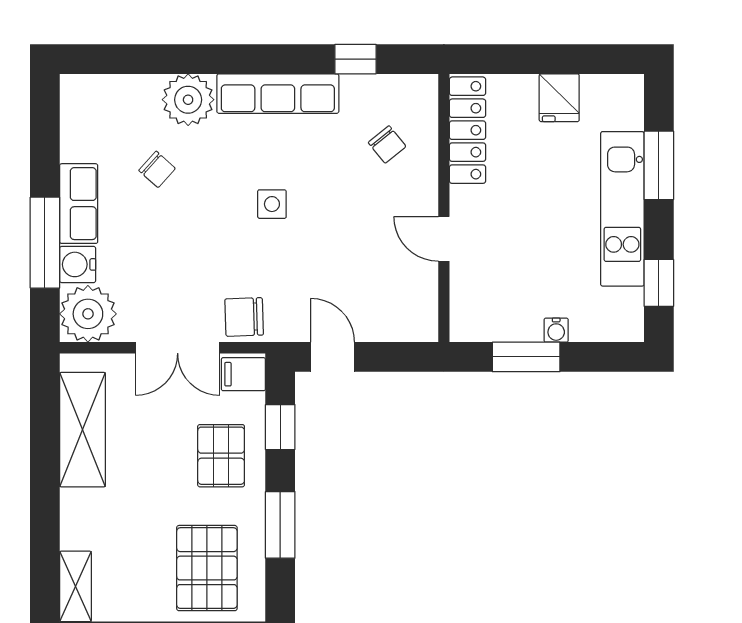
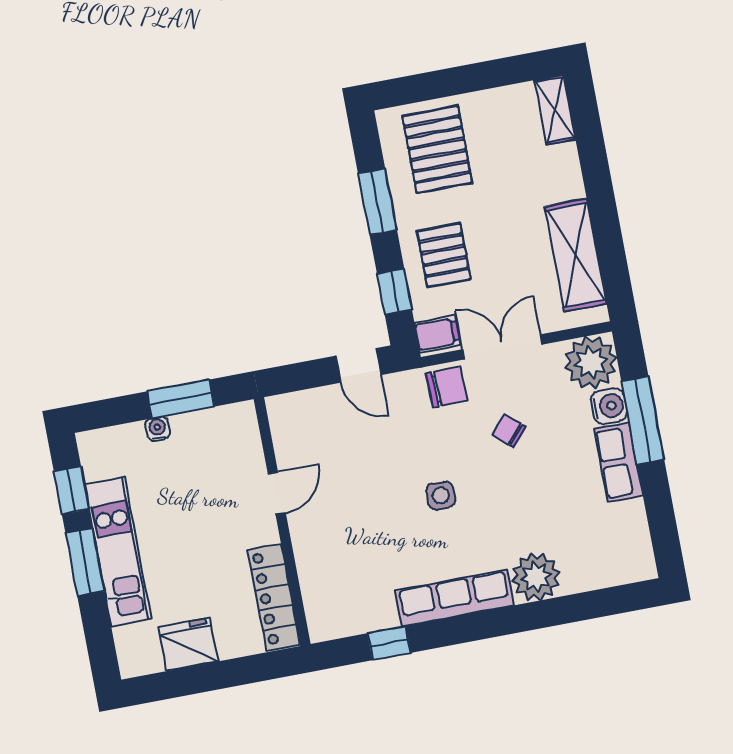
fridge: (559, 98) -> (188, 644), width x1.38
chair: (387, 145) -> (345, 570), removed
window: (659, 165) -> (85, 562), moved
chair: (157, 169) -> (509, 431), moved
door: (444, 239) -> (277, 493), hinge flipped

